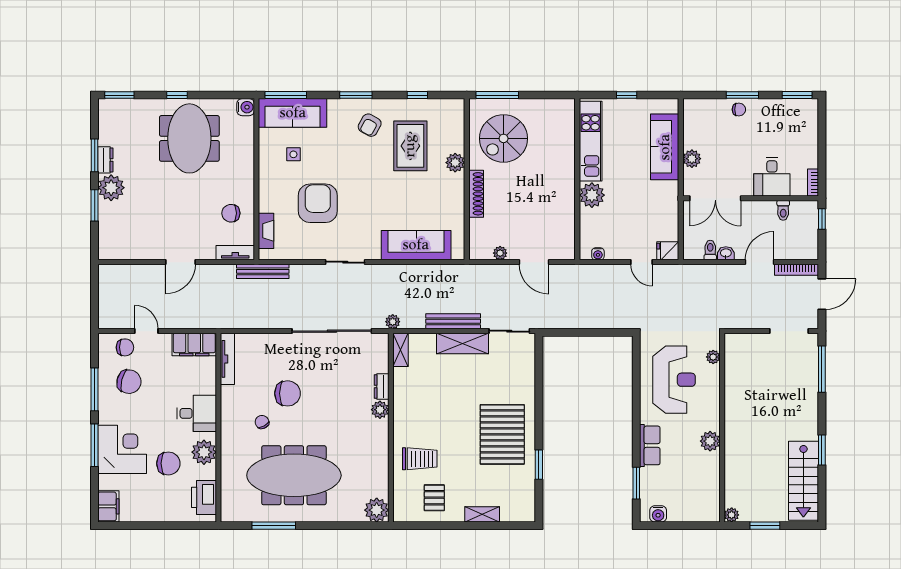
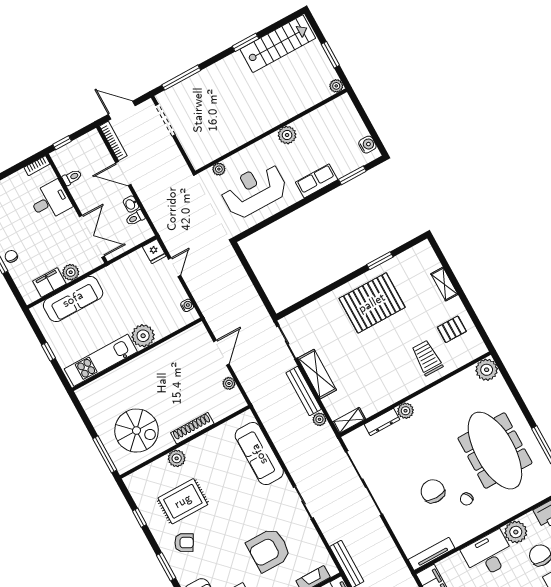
filing cabinet: (693, 133) -> (49, 282), added
plant: (393, 322) -> (319, 419), moved
dresser: (382, 386) -> (382, 422), width x1.44
desk: (197, 413) -> (488, 555), width x1.37

